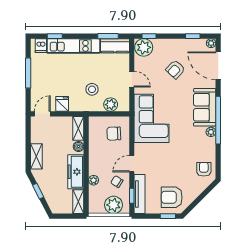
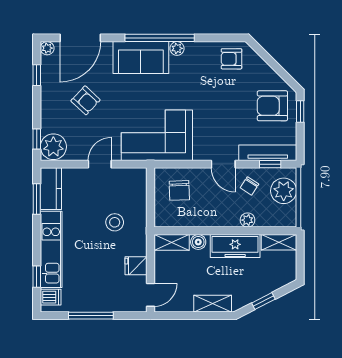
plant: (111, 105) -> (137, 195), removed
door: (42, 114) -> (150, 295), swing flipped
armchair: (172, 197) -> (272, 106), turned 90

